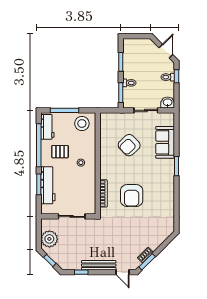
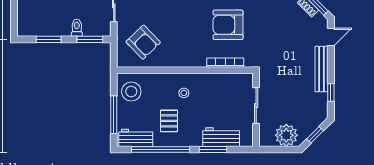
armchair: (129, 145) -> (143, 42), moved
workbench: (48, 185) -> (221, 137), width x0.73
armchair: (132, 196) -> (228, 25), turned 180

